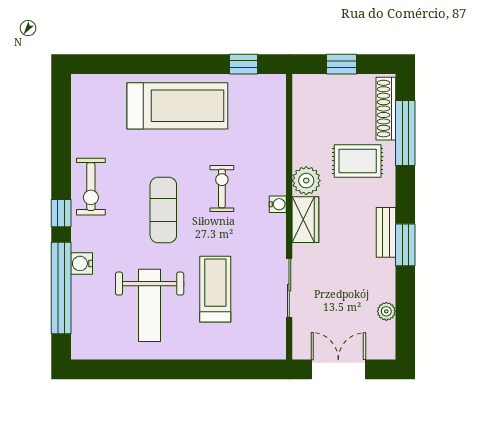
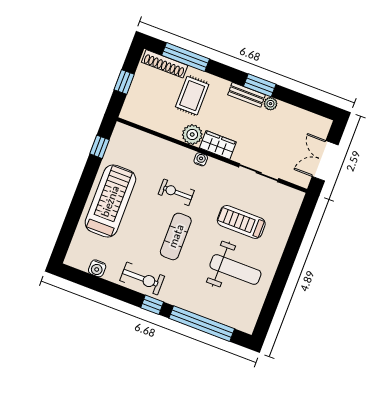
exercise mat: (163, 210) -> (176, 236), turned 90
water cooler: (82, 263) -> (97, 268), moved
plant: (386, 311) -> (271, 104), moved

